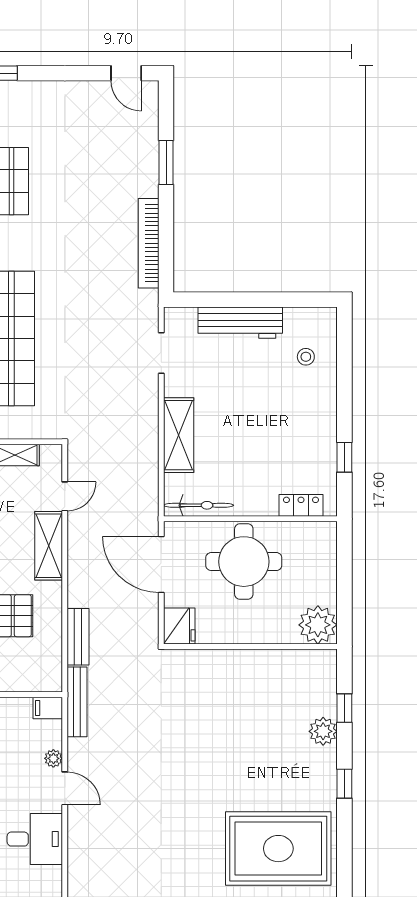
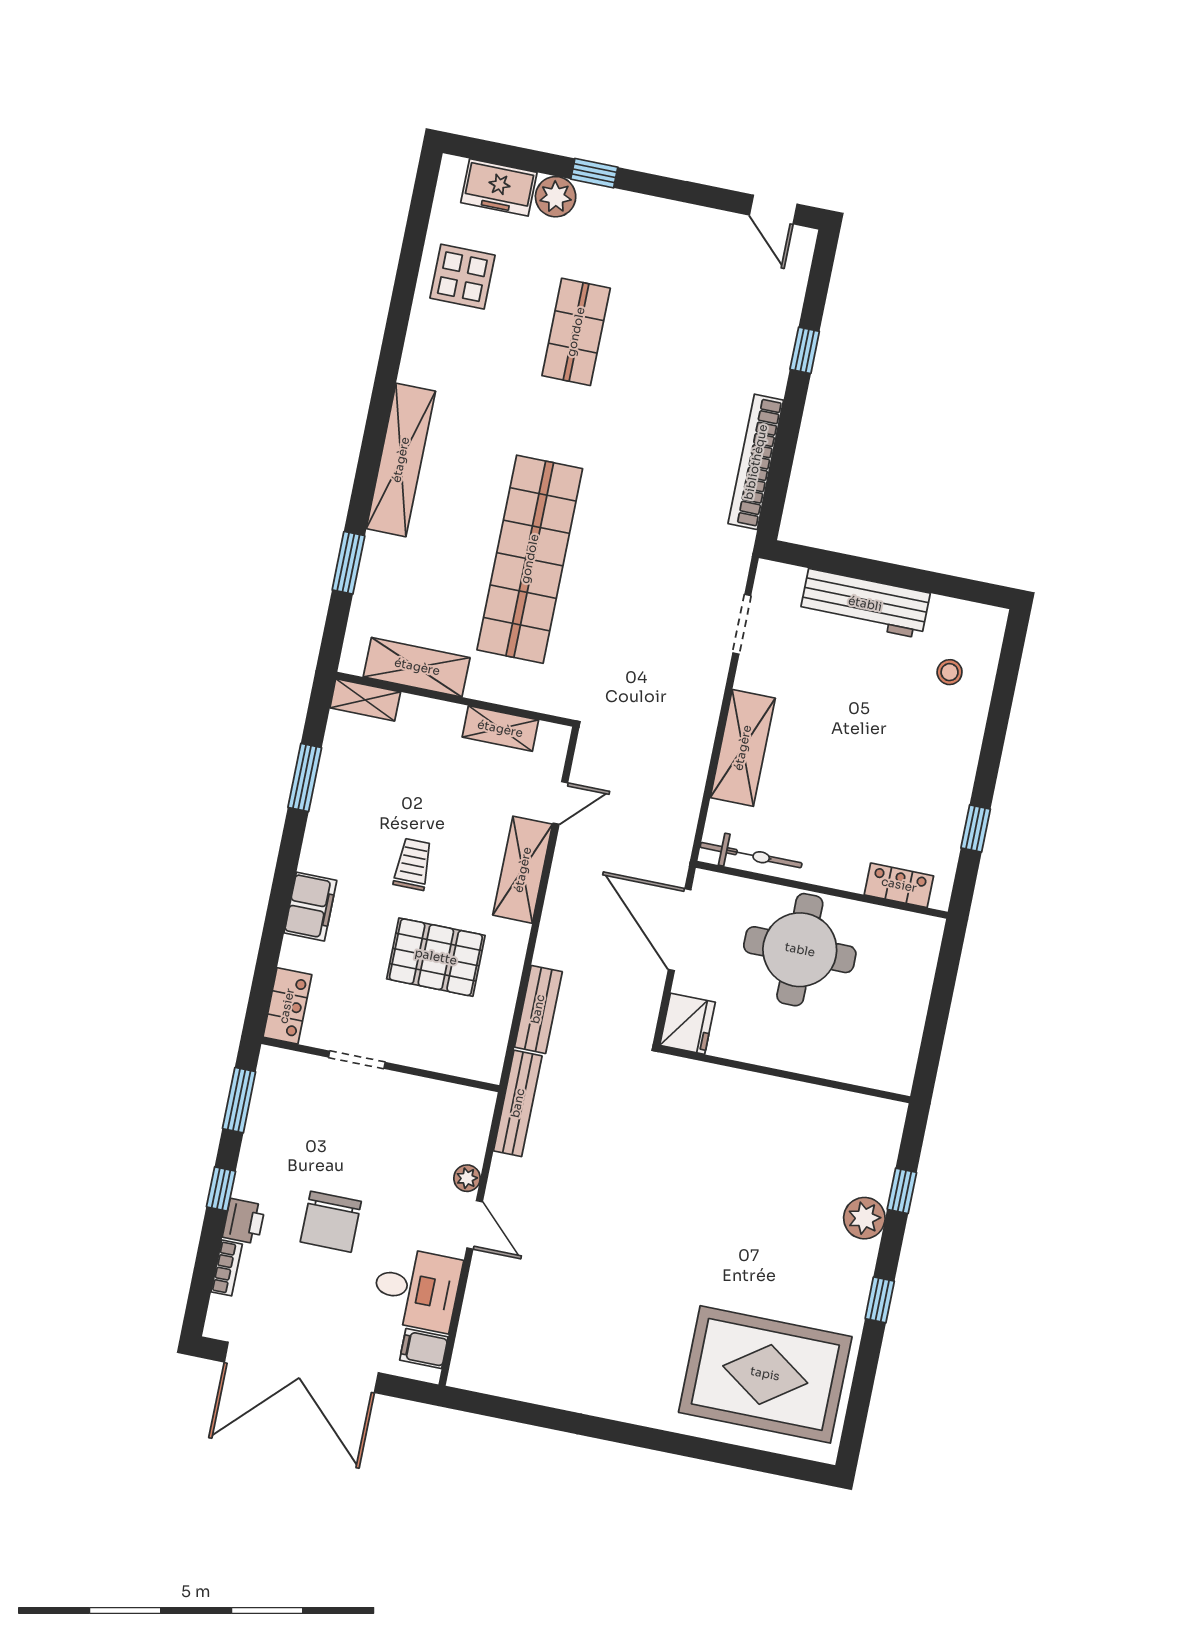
window: (166, 162) -> (805, 350), width x0.67
plant: (318, 625) -> (888, 1063), removed
filing cabinet: (48, 708) -> (424, 1349), moved

